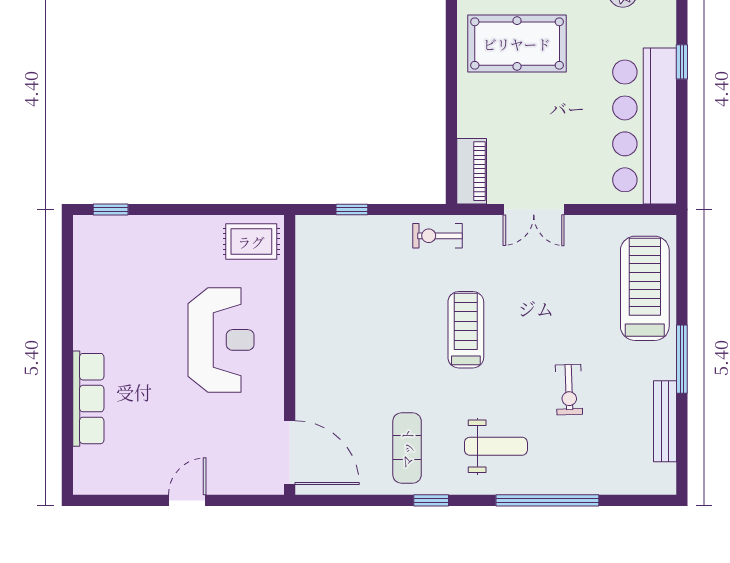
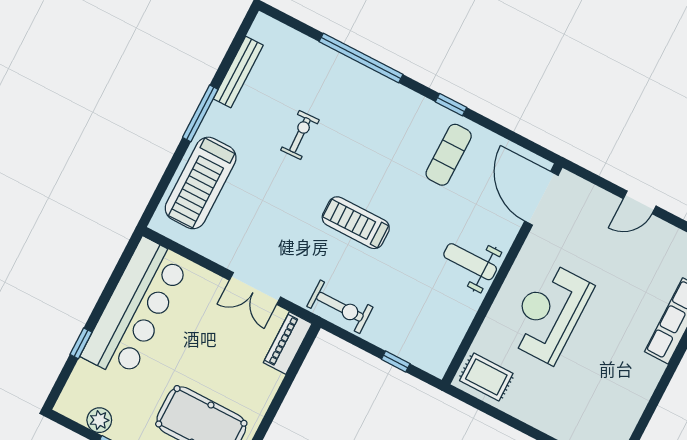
double door: (534, 210) -> (255, 289), swing flipped
exercise bike: (437, 236) -> (340, 307), width x1.38, depth x1.39
treadmill: (466, 330) -> (356, 223), turned 90
weight bench: (496, 446) -> (470, 262), moved

